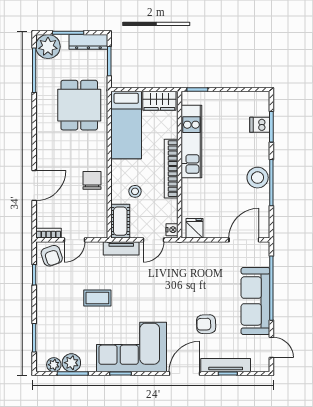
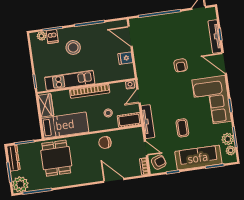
dining table: (79, 105) -> (56, 158), turned 90
plant: (263, 109) -> (41, 36), added
stool: (258, 178) -> (73, 47), moved
fridge: (194, 228) -> (125, 58), moved
door: (153, 240) -> (139, 96), swing flipped
tv unit: (121, 248) -> (148, 122), width x1.41
sofa: (255, 301) -> (198, 158), moved, turned 180
armchair: (206, 324) -> (181, 65), moved

